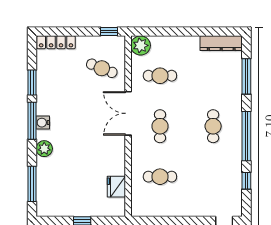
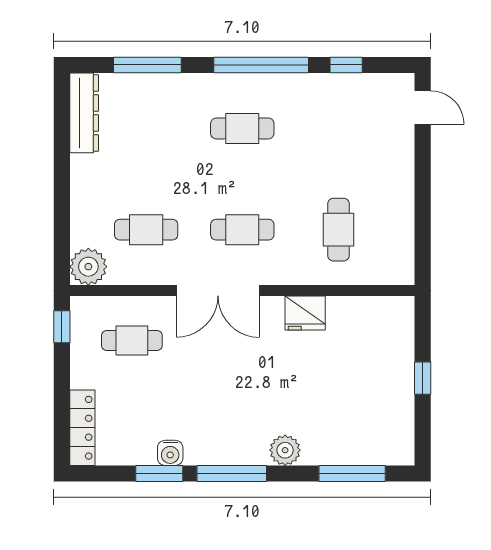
cafe table: (102, 68) -> (132, 341), turned 68
cafe table: (160, 76) -> (146, 230), turned 90
water cooler: (43, 123) -> (170, 453), moved
fridge: (116, 187) -> (305, 313), moved

